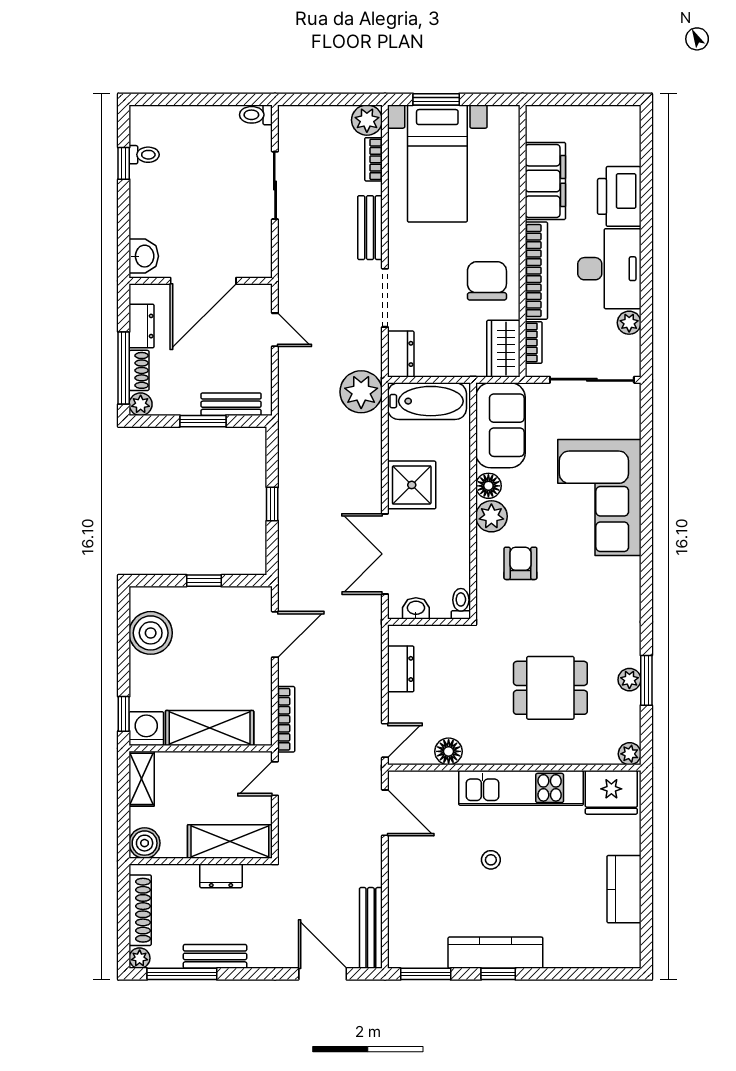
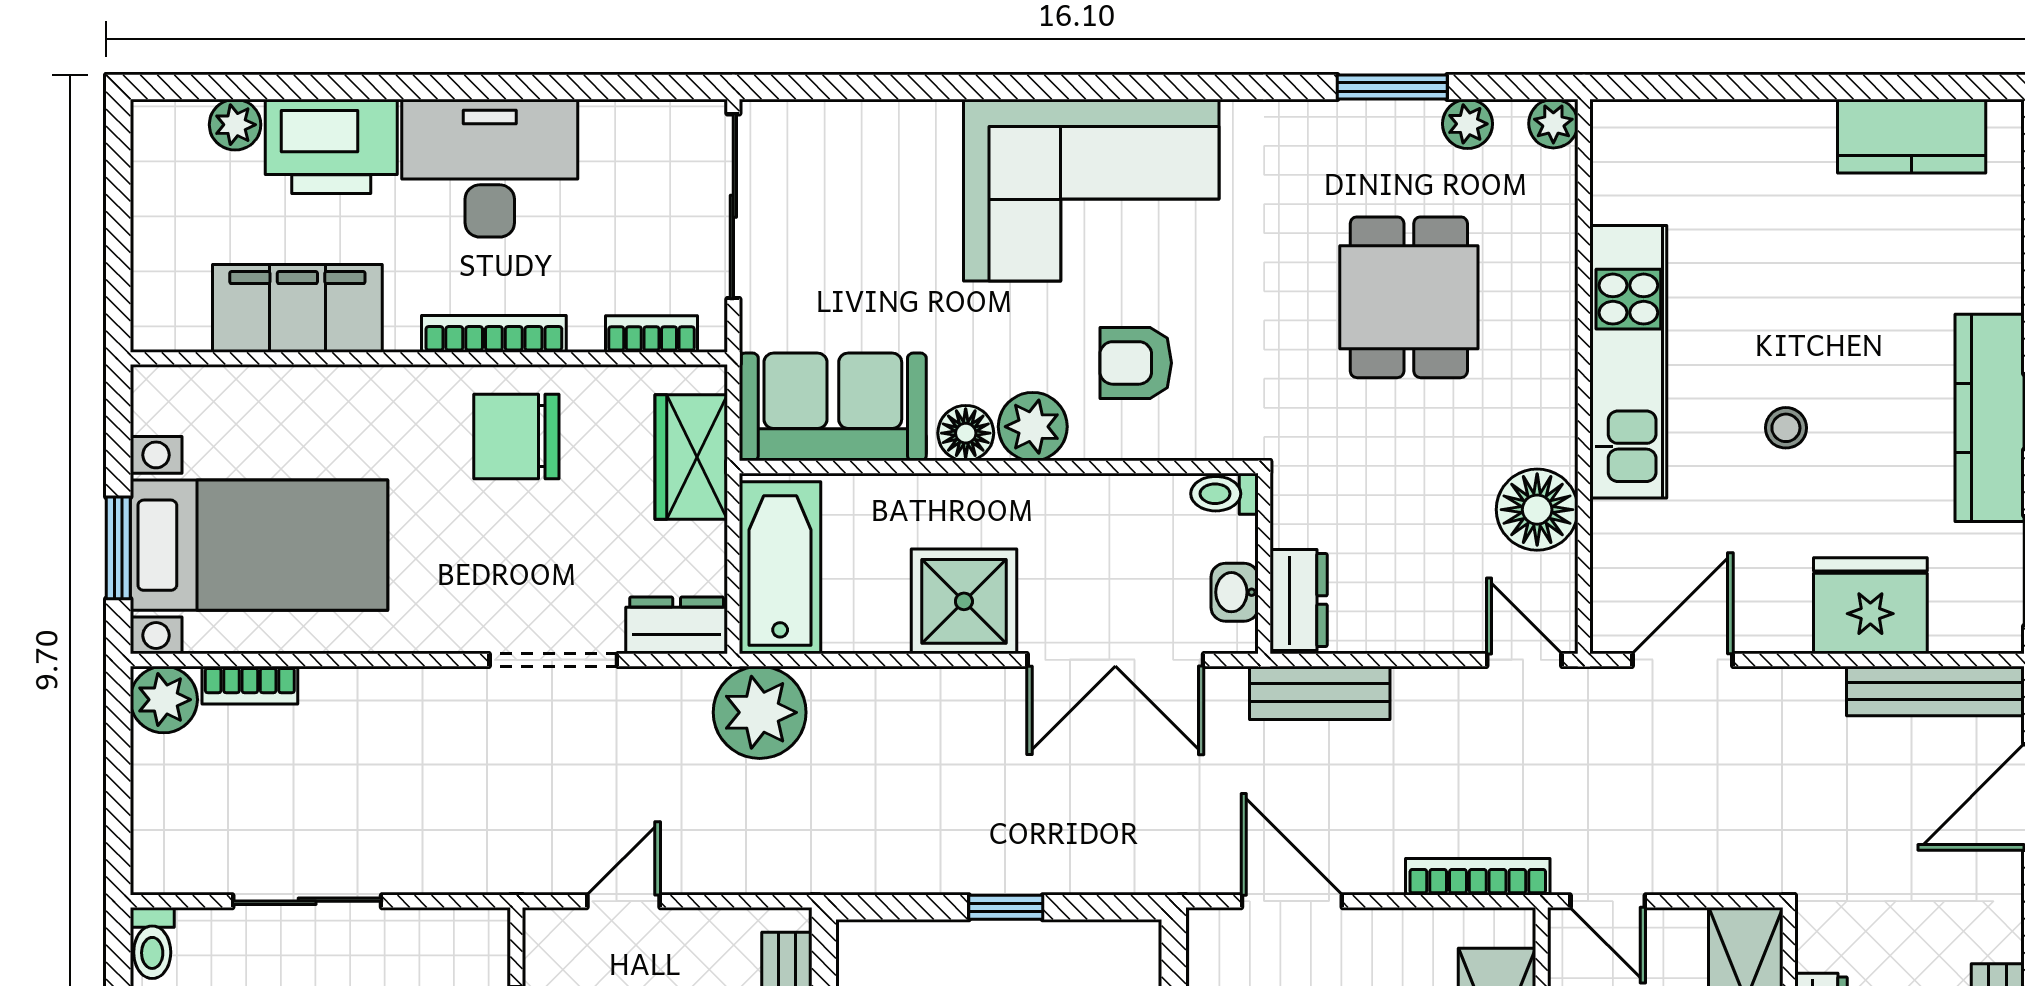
bench: (370, 228) -> (1320, 693), moved
bookcase: (536, 271) -> (494, 334), width x0.68, depth x0.76
plant: (629, 323) -> (235, 125), moved
wardrobe: (503, 349) -> (691, 457), moved, turned 90
corner sofa: (599, 497) -> (1091, 190), moved
dresser: (401, 669) -> (1299, 600), moved, turned 90
plant: (629, 680) -> (1467, 124), moved
floor lamp: (449, 751) -> (1537, 510), width x1.38, depth x1.38
fridge: (611, 792) -> (1870, 606), moved, turned -90
kitchen counter: (624, 889) -> (1912, 136), moved

